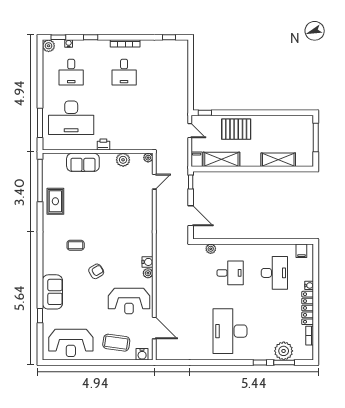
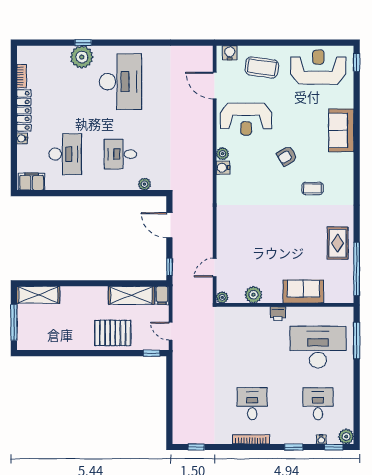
shelving: (278, 160) -> (38, 295), moved
filing cabinet: (301, 251) -> (32, 182), width x2.00
desk: (274, 273) -> (65, 154), turned 180
reception desk: (129, 301) -> (246, 119), turned 180
window: (40, 316) -> (357, 62), moved
plant: (284, 351) -> (82, 57), moved
window: (284, 363) -> (53, 43), removed

